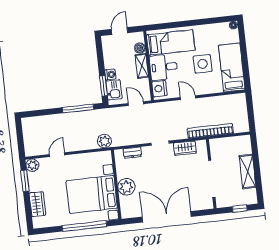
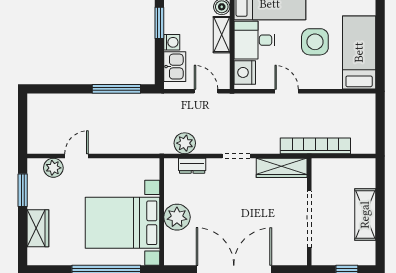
window: (104, 86) -> (159, 23), moved
plant: (104, 141) -> (185, 143), moved
wardrobe: (185, 148) -> (282, 168), width x1.50
plant: (32, 165) -> (53, 168), moved

